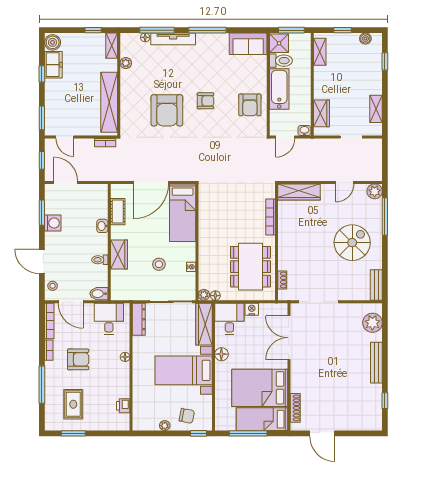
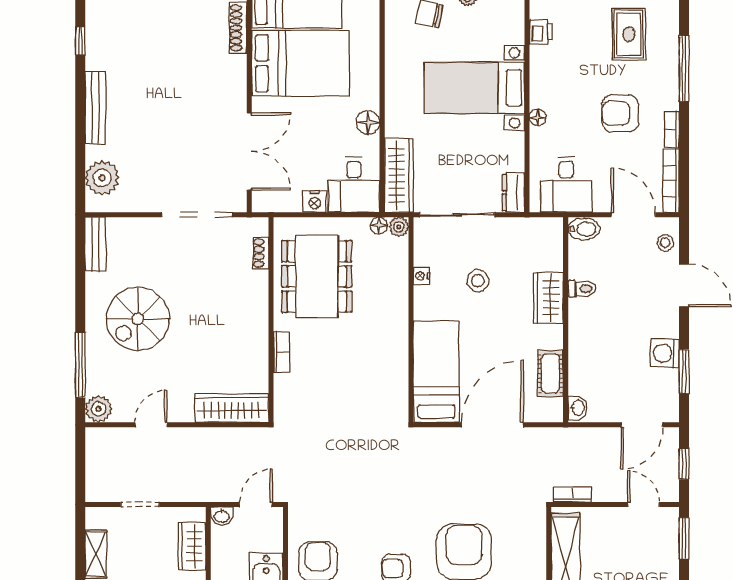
door: (66, 182) -> (642, 425), hinge flipped
bookcase: (271, 217) -> (282, 352), width x0.64
washbasin: (102, 226) -> (578, 408), moved
dresser: (139, 319) -> (513, 193), width x0.70
bed with nightstands: (184, 370) -> (474, 88), moved, turned 180

